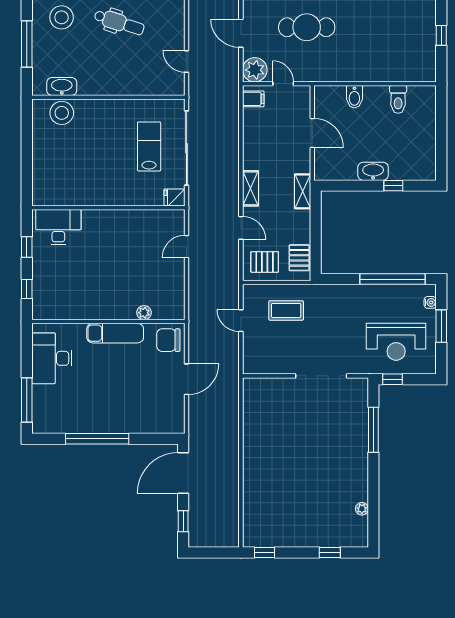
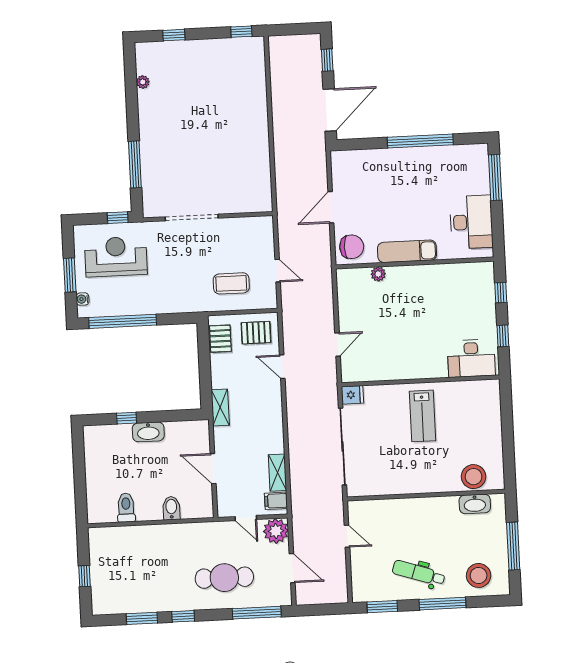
lab bench: (149, 146) -> (422, 416), moved
shelving: (251, 188) -> (277, 473), moved

